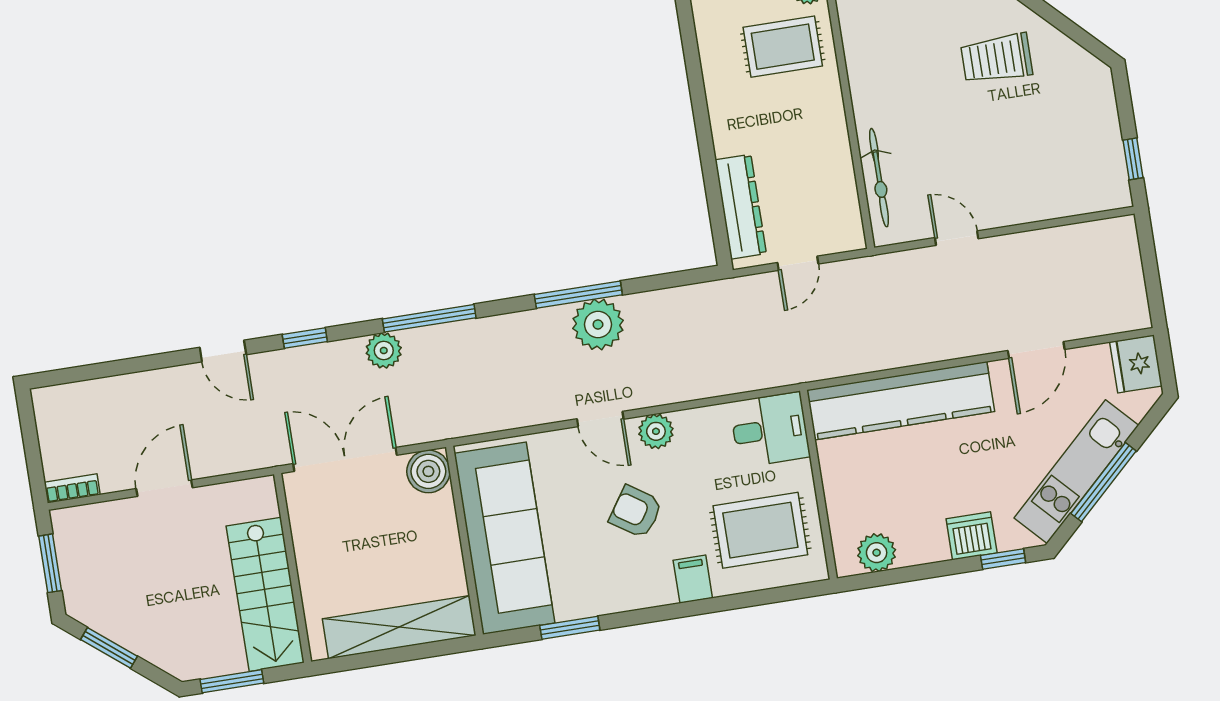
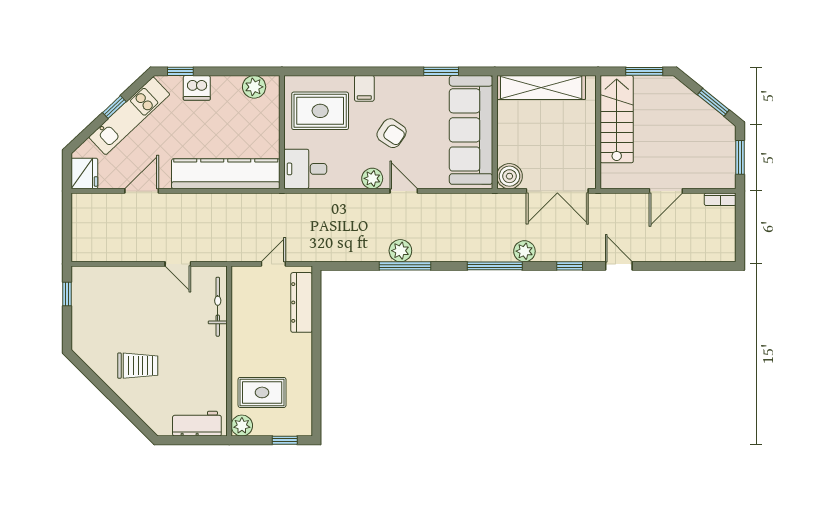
plant: (598, 324) -> (400, 251), width x0.73, depth x0.73
window: (1104, 482) -> (114, 107), width x0.46

